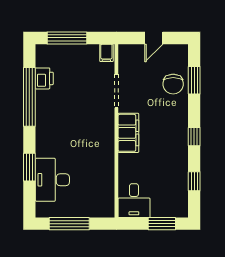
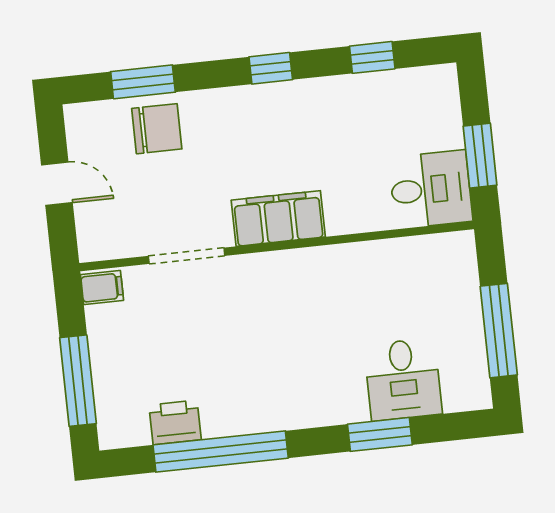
desk: (52, 180) -> (403, 379), width x0.73
window: (162, 224) -> (480, 156), moved

